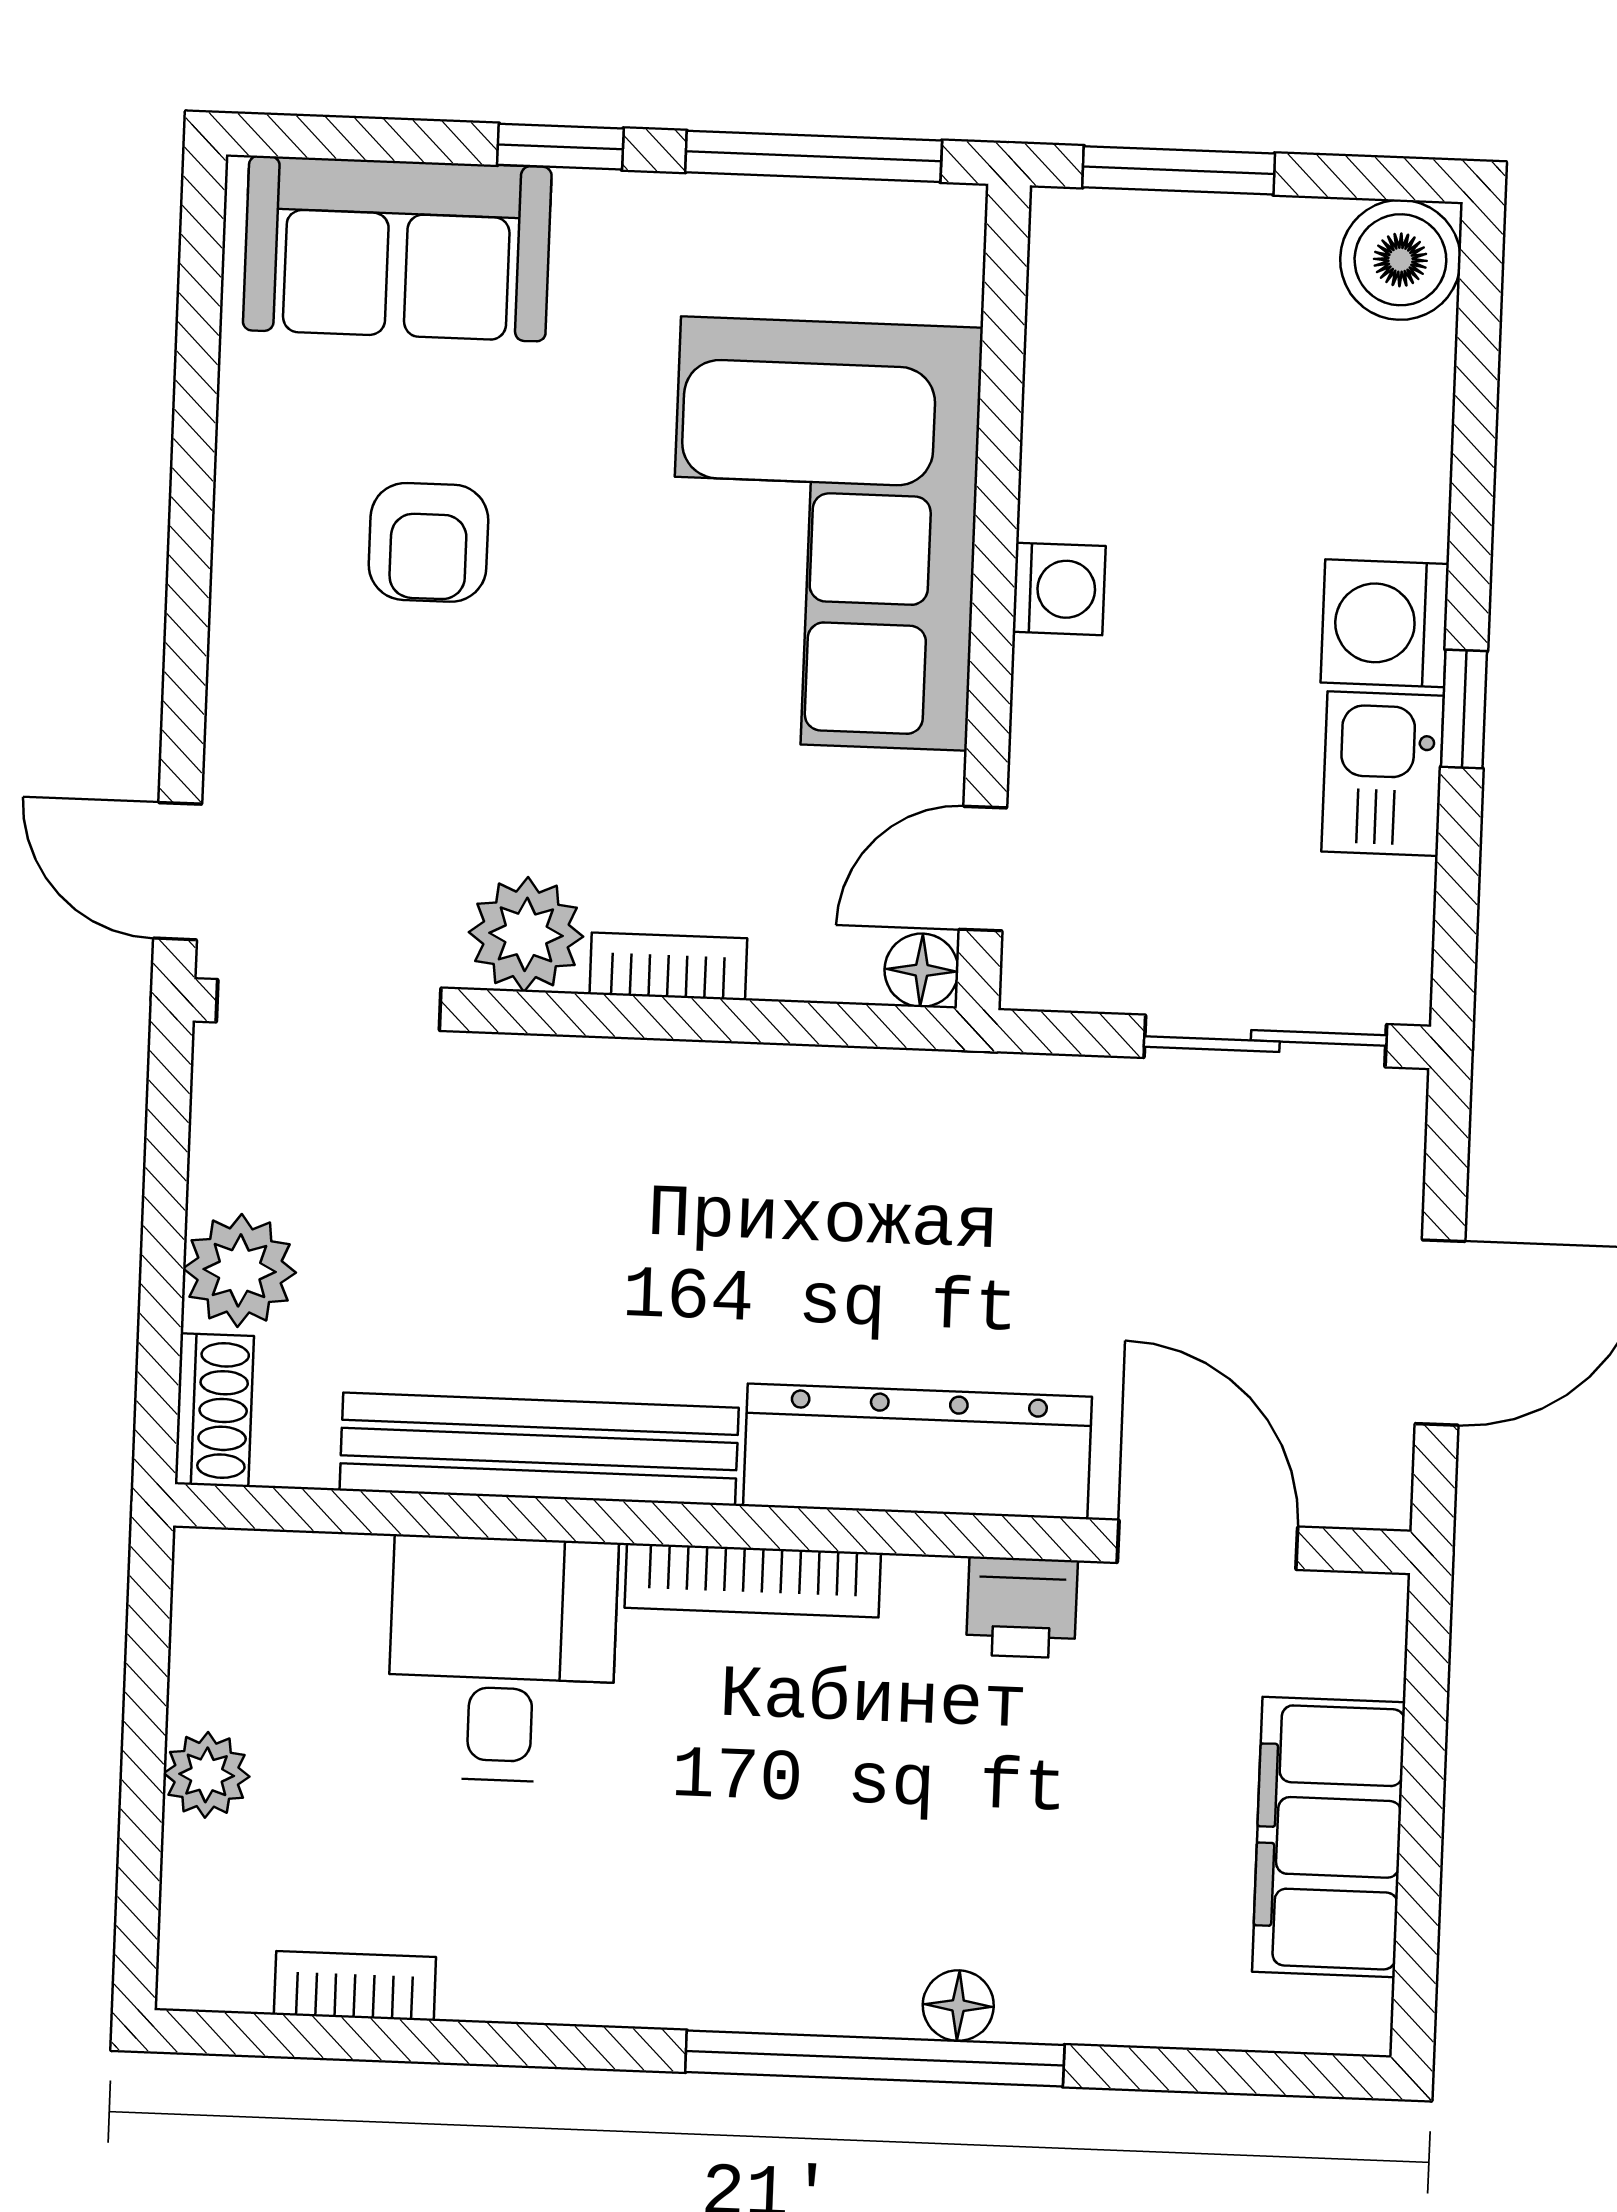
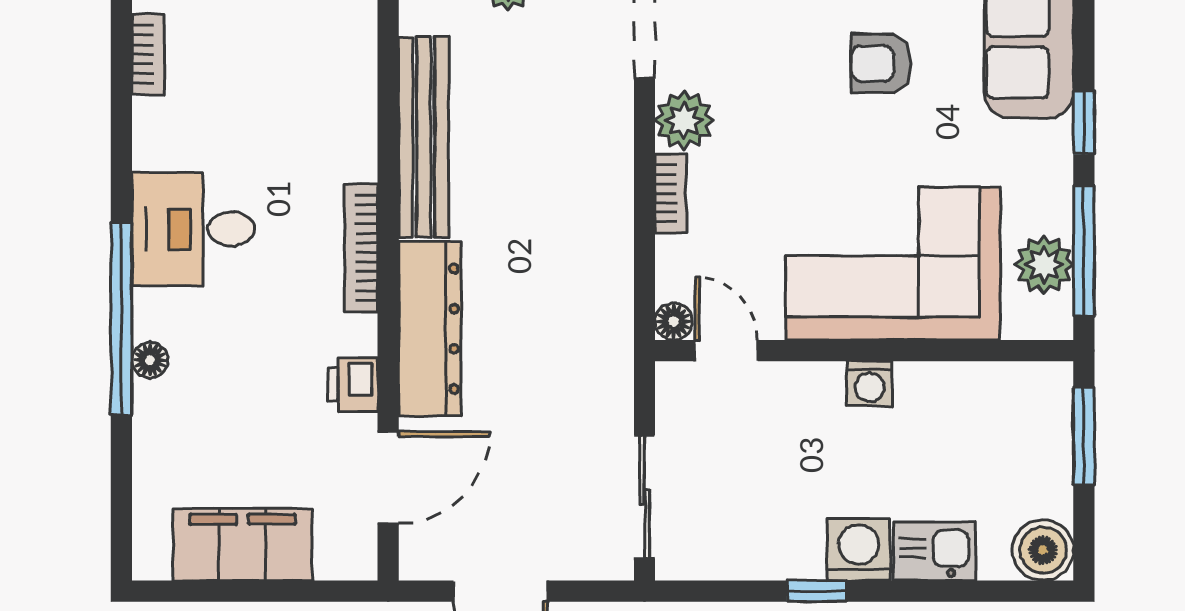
plant: (838, 236) -> (1044, 265), added
kitchen sink: (1383, 774) -> (935, 551), moved
desk: (502, 1659) -> (193, 229), moved, turned 180

